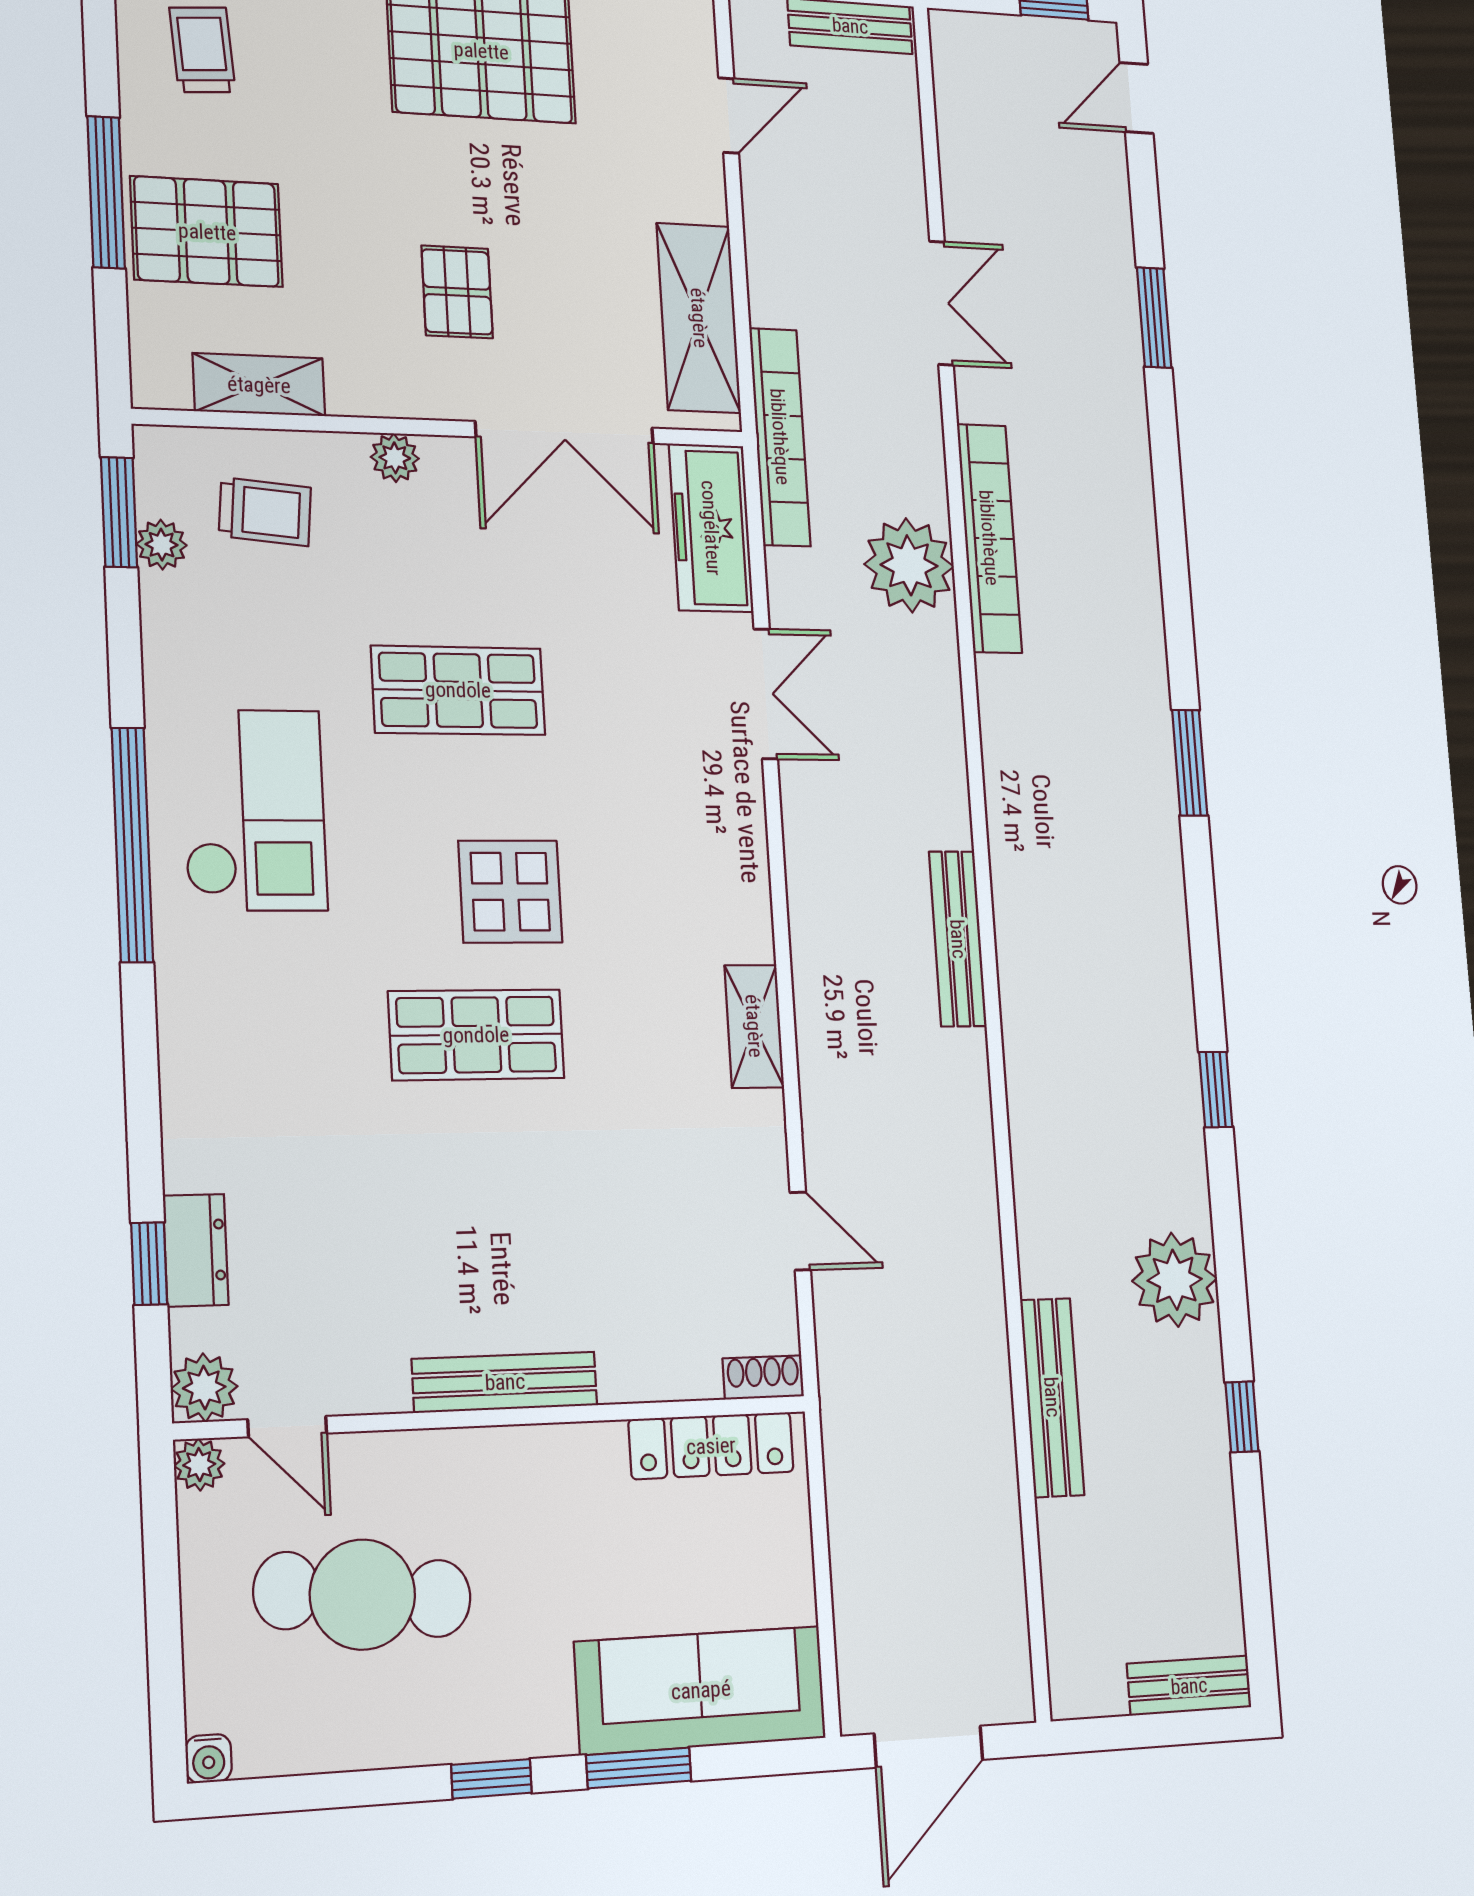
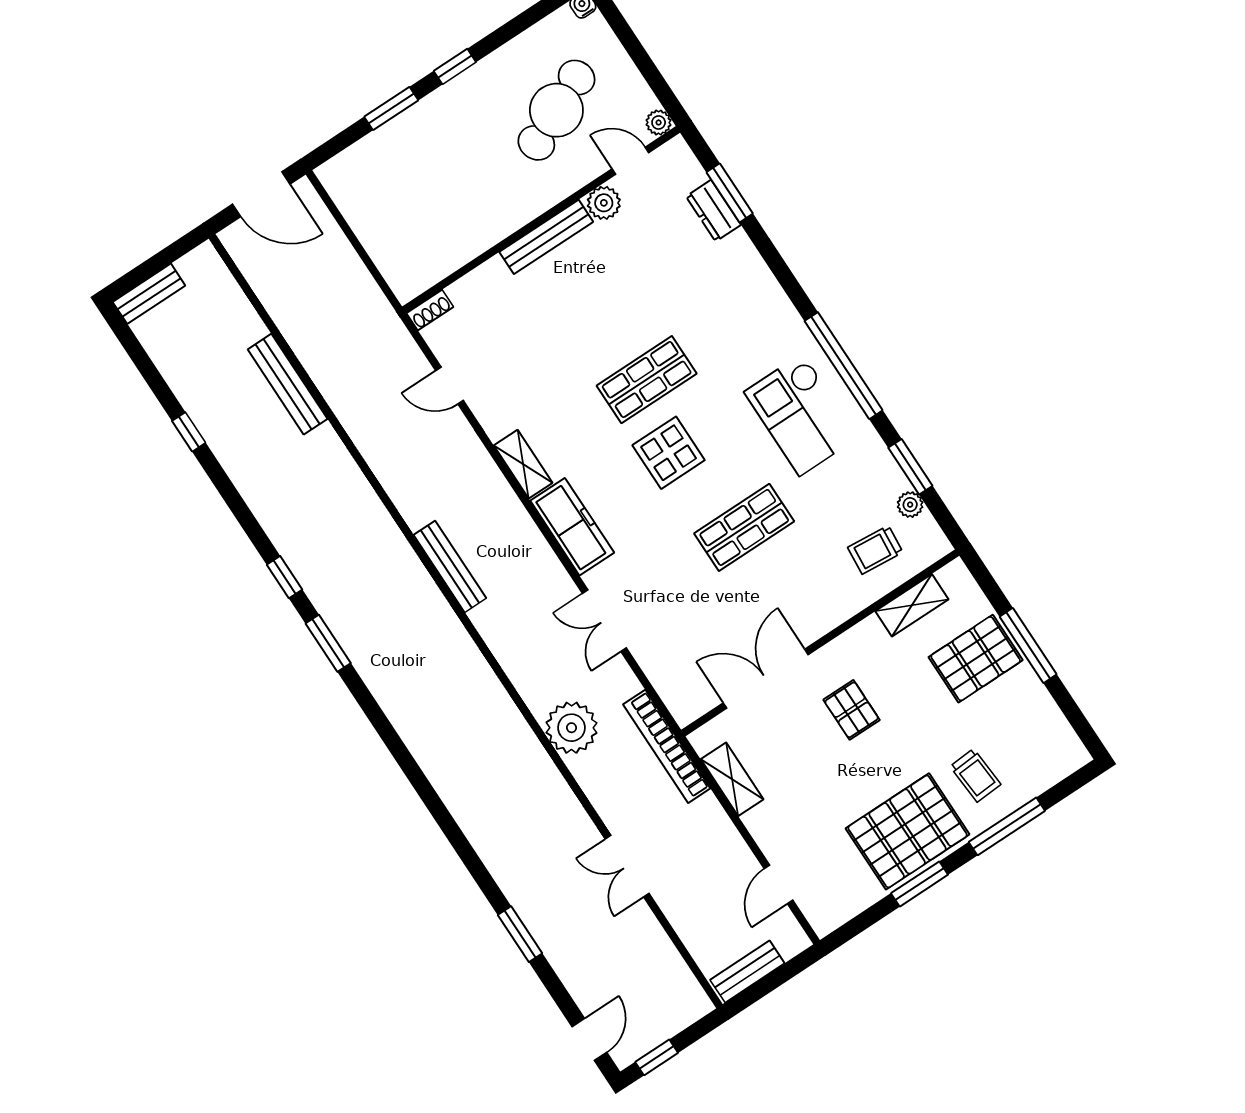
trolley: (202, 50) -> (975, 775), moved
shelving: (699, 318) -> (732, 779), width x0.67, depth x0.75
plant: (395, 458) -> (834, 614), removed
window: (119, 512) -> (910, 467), moved
freezer: (711, 528) -> (572, 527), moved
bookcase: (989, 538) -> (540, 767), removed
window: (1190, 763) -> (328, 643), moved
window: (149, 1264) -> (730, 193), width x1.50
plant: (1175, 1280) -> (257, 475), removed
plant: (204, 1388) -> (604, 203), moved
locker: (711, 1446) -> (437, 266), removed
cafe table: (362, 1595) -> (556, 110), turned -31
sofa: (701, 1690) -> (382, 158), removed
door: (929, 1747) -> (261, 194), swing flipped

